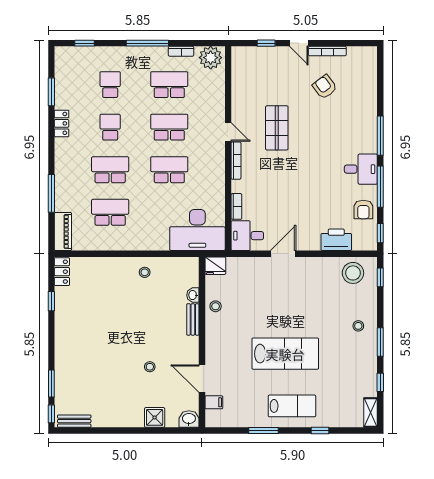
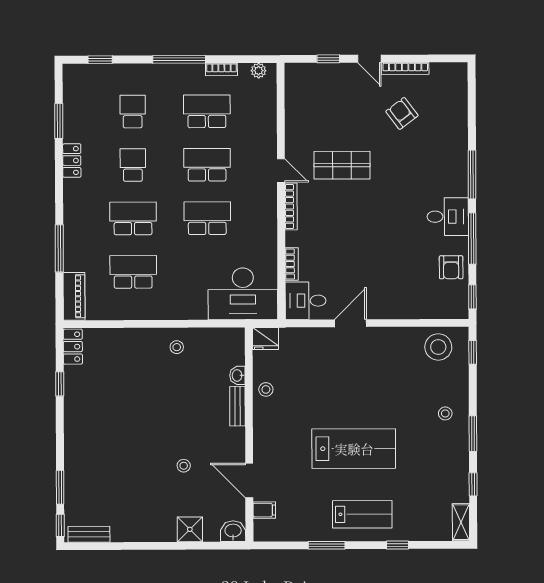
plant: (211, 58) -> (259, 71), width x0.53, depth x0.53
shop shelf: (277, 128) -> (342, 165), turned 90
printer: (336, 240) -> (417, 305), removed

